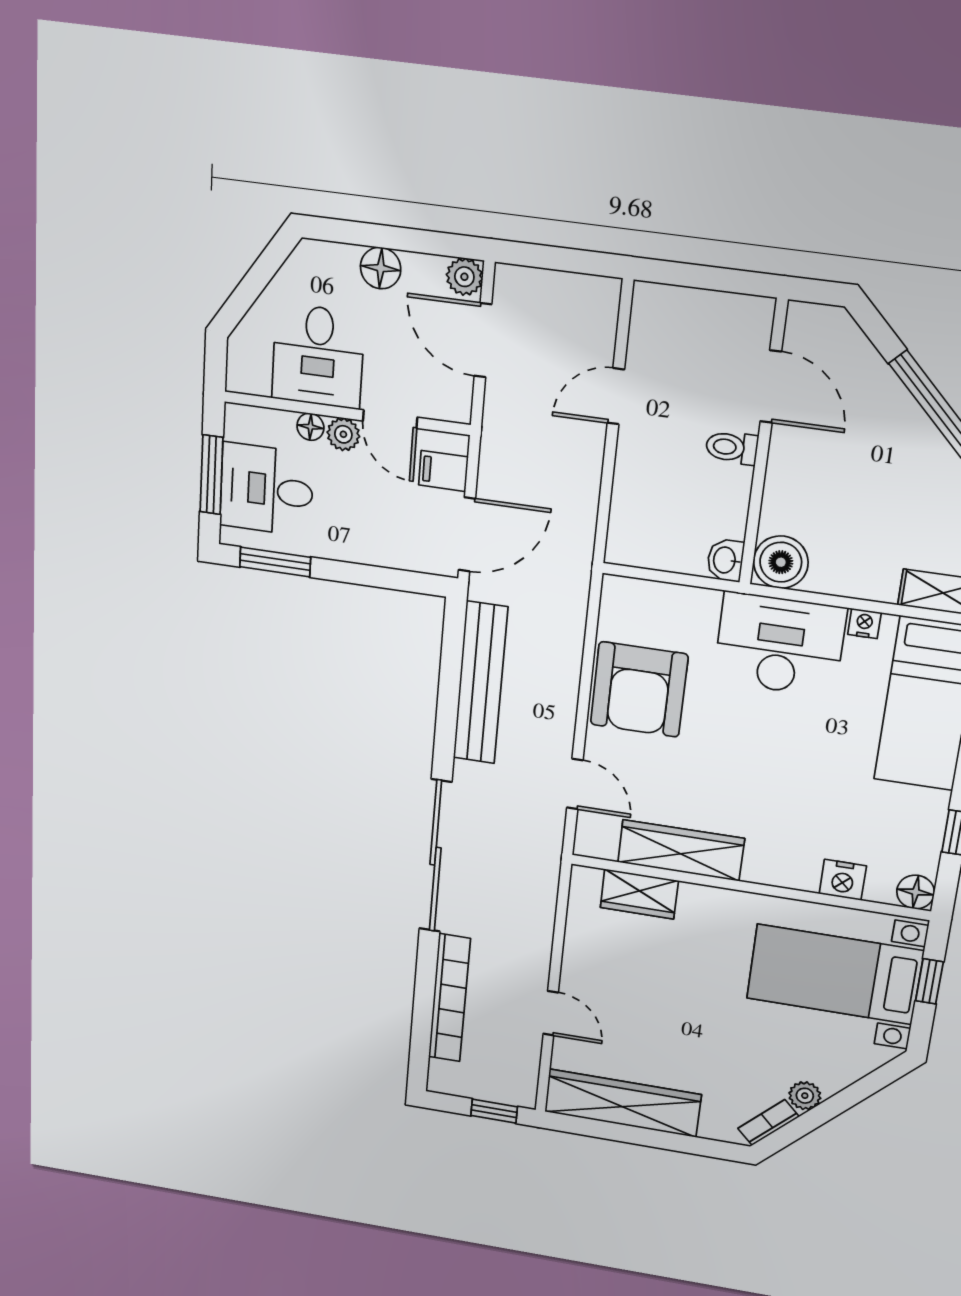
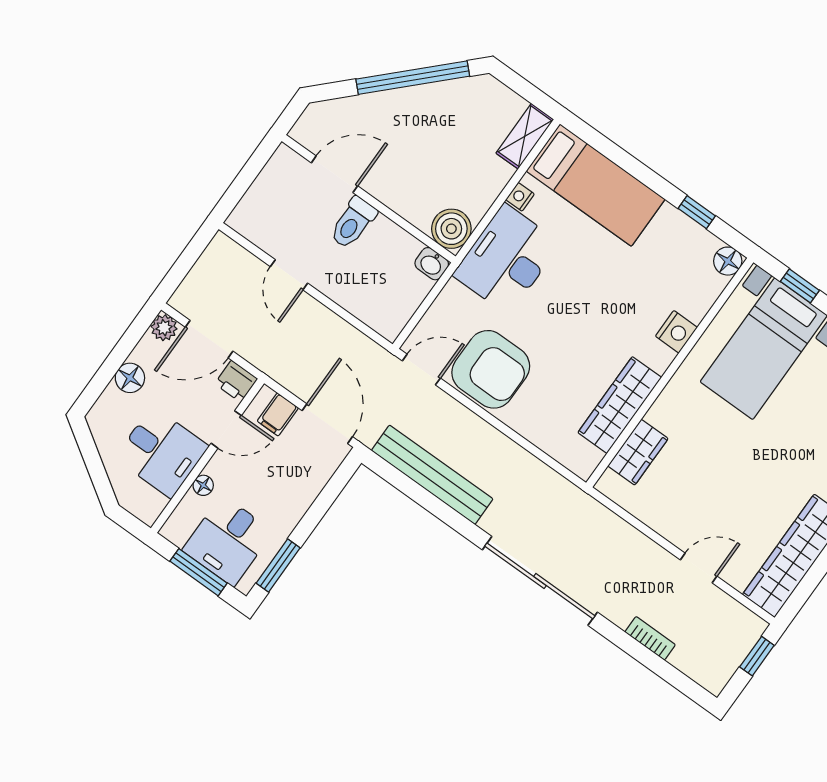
printer: (453, 400) -> (236, 381), added
plant: (343, 434) -> (220, 466), removed
toilet: (732, 448) -> (353, 223), width x1.37, depth x1.39
door: (575, 784) -> (421, 369), moved
nightstand: (843, 880) -> (676, 332), moved
bookcase: (449, 998) -> (650, 638), width x0.43, depth x0.76

